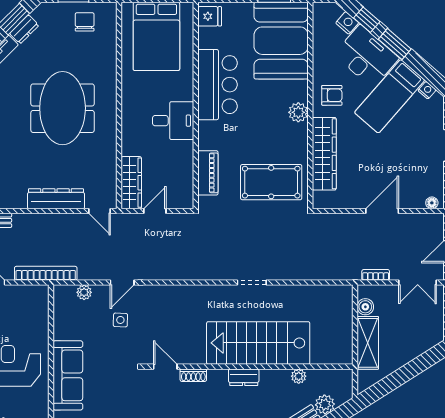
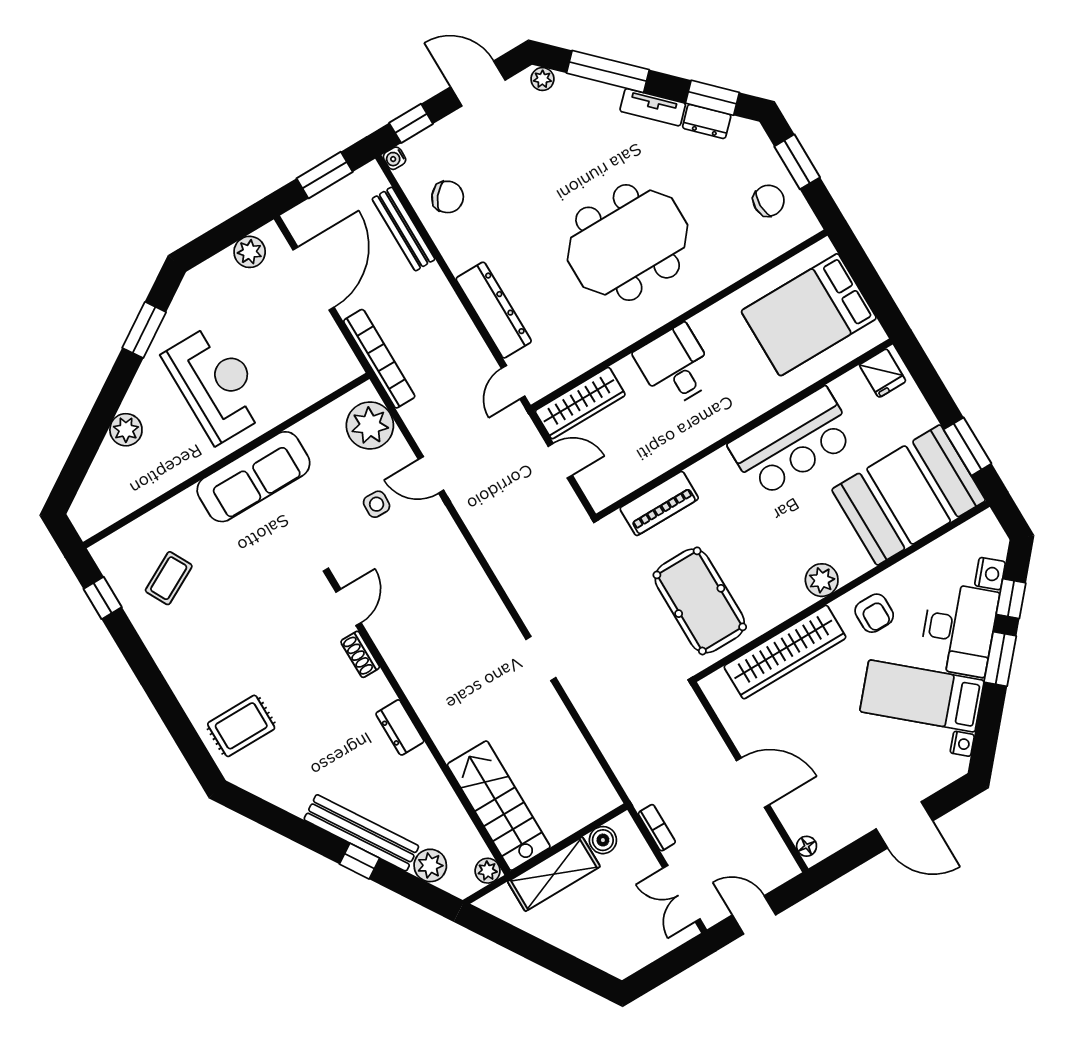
desk: (173, 121) -> (675, 366), moved, turned 180
plant: (84, 292) -> (370, 425), width x1.88, depth x1.88
stairs: (258, 343) -> (499, 806), moved, width x0.73, depth x0.66
plant: (299, 376) -> (488, 871), moved

